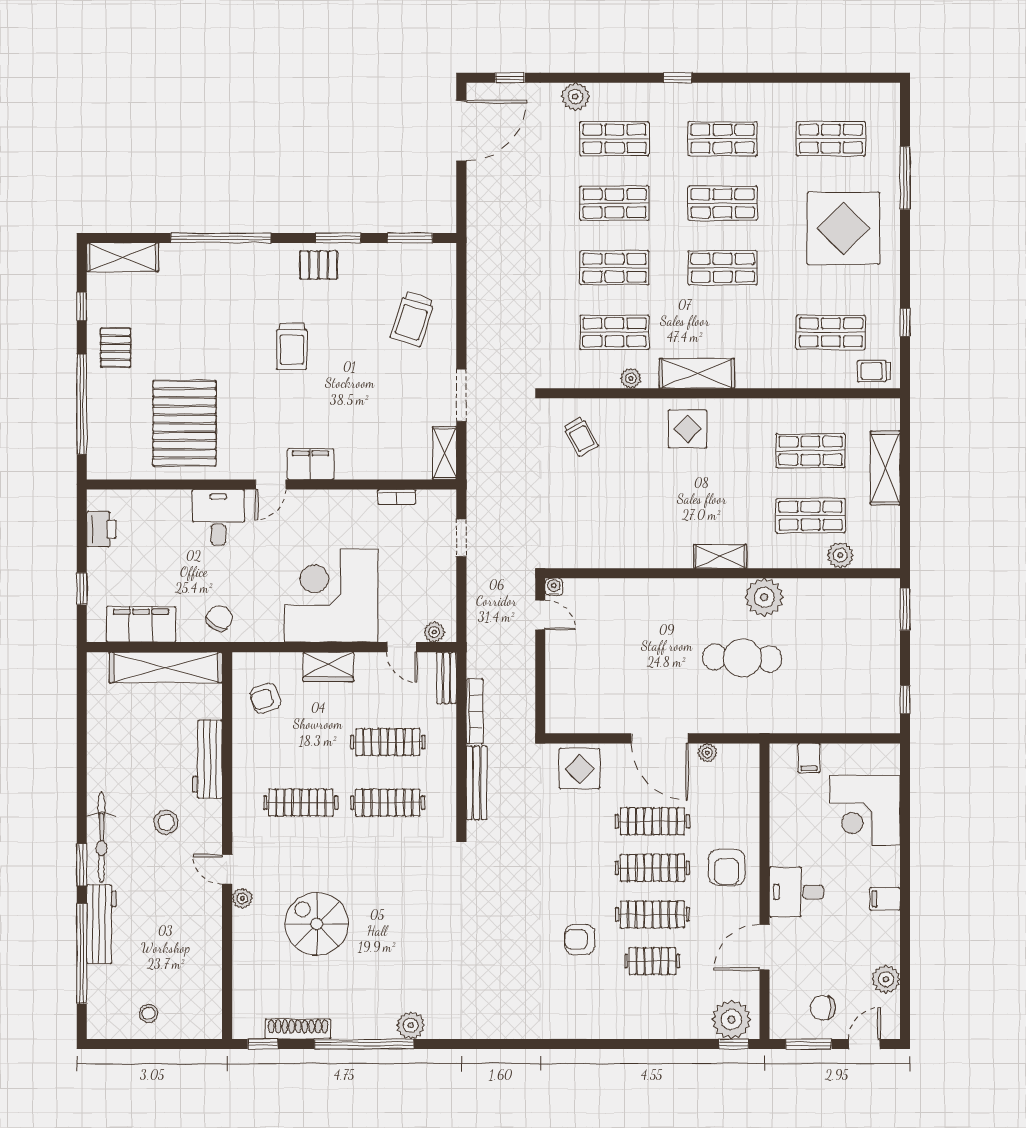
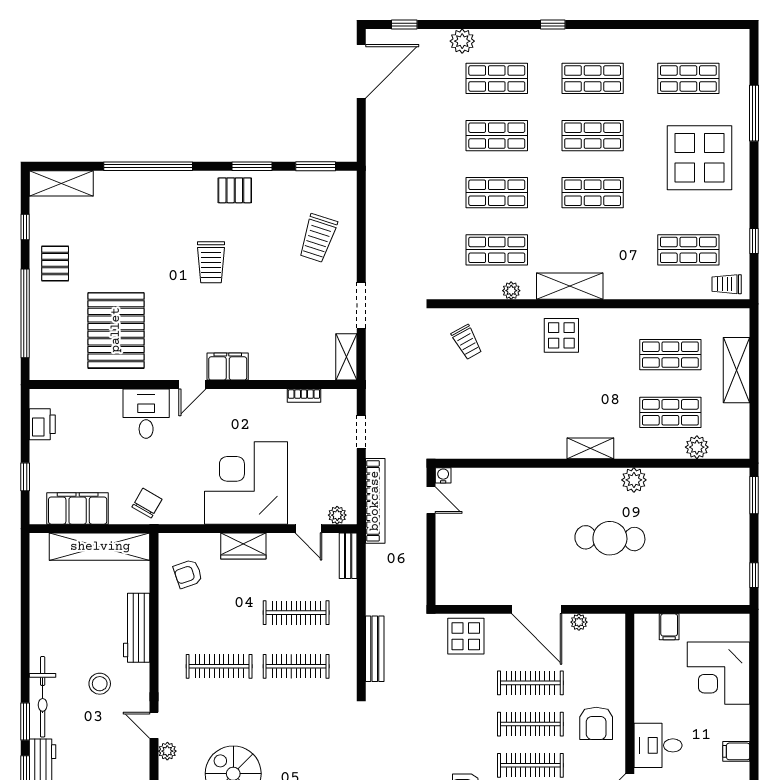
plant: (764, 597) -> (634, 480), width x0.73, depth x0.73
bookcase: (475, 711) -> (375, 501), moved, width x1.48, depth x1.31

